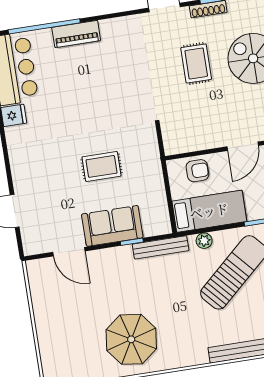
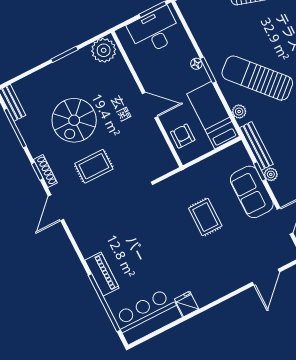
plant: (125, 253) -> (271, 174), added

